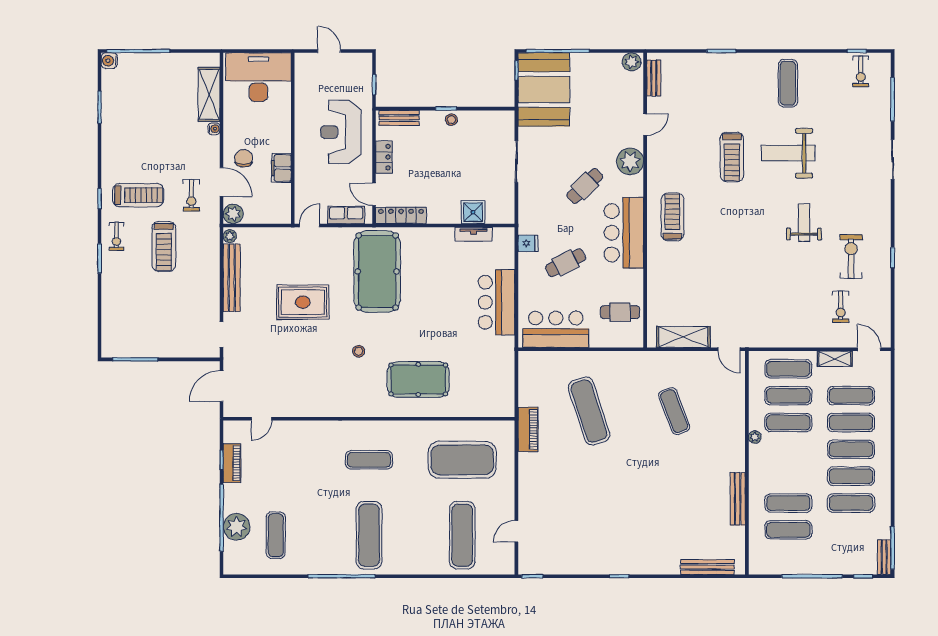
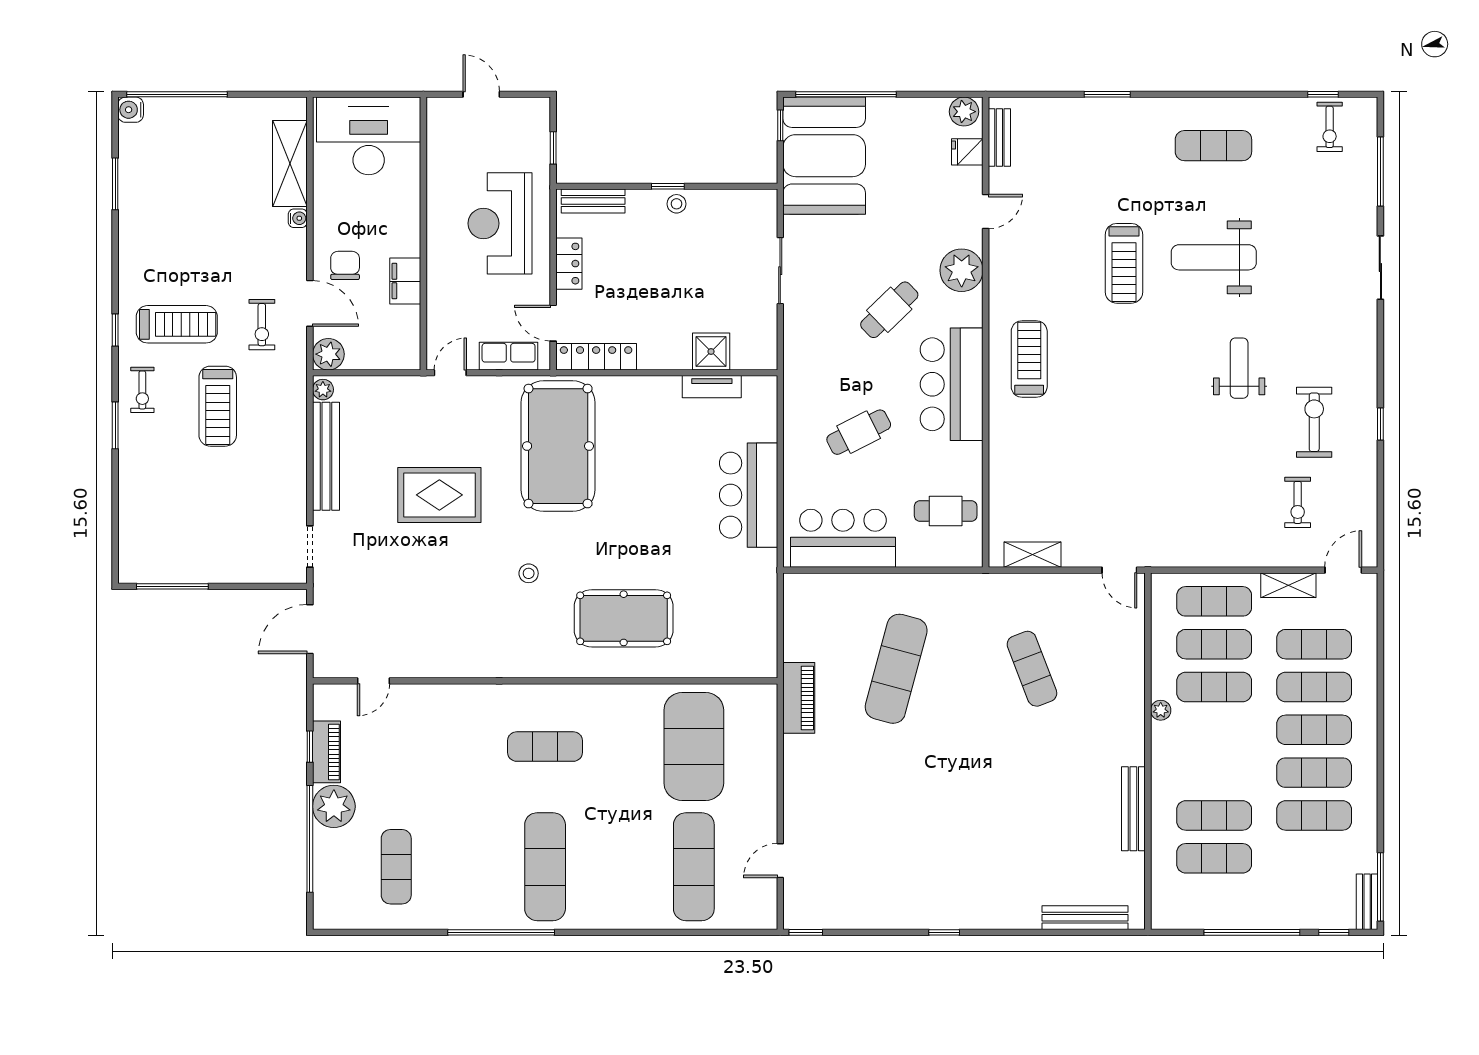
exercise mat: (788, 83) -> (1213, 146), turned 90
fridge: (528, 243) -> (967, 152), moved, turned 180
shelving: (683, 337) -> (1033, 555), width x0.67, depth x0.75
door: (869, 349) -> (1343, 570), hinge flipped
exercise mat: (589, 411) -> (896, 669), turned 33
exercise mat: (462, 460) -> (694, 747), turned 90
plant: (237, 527) -> (334, 806), moved

